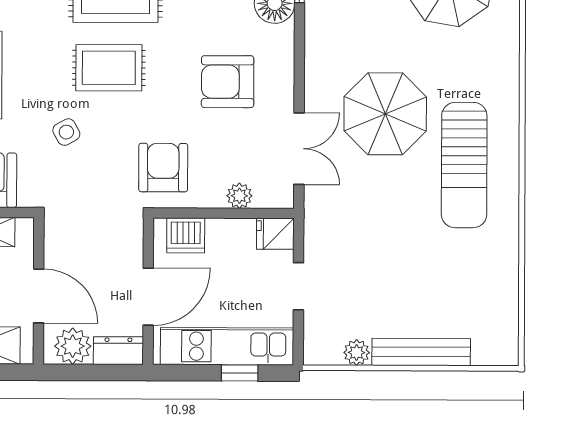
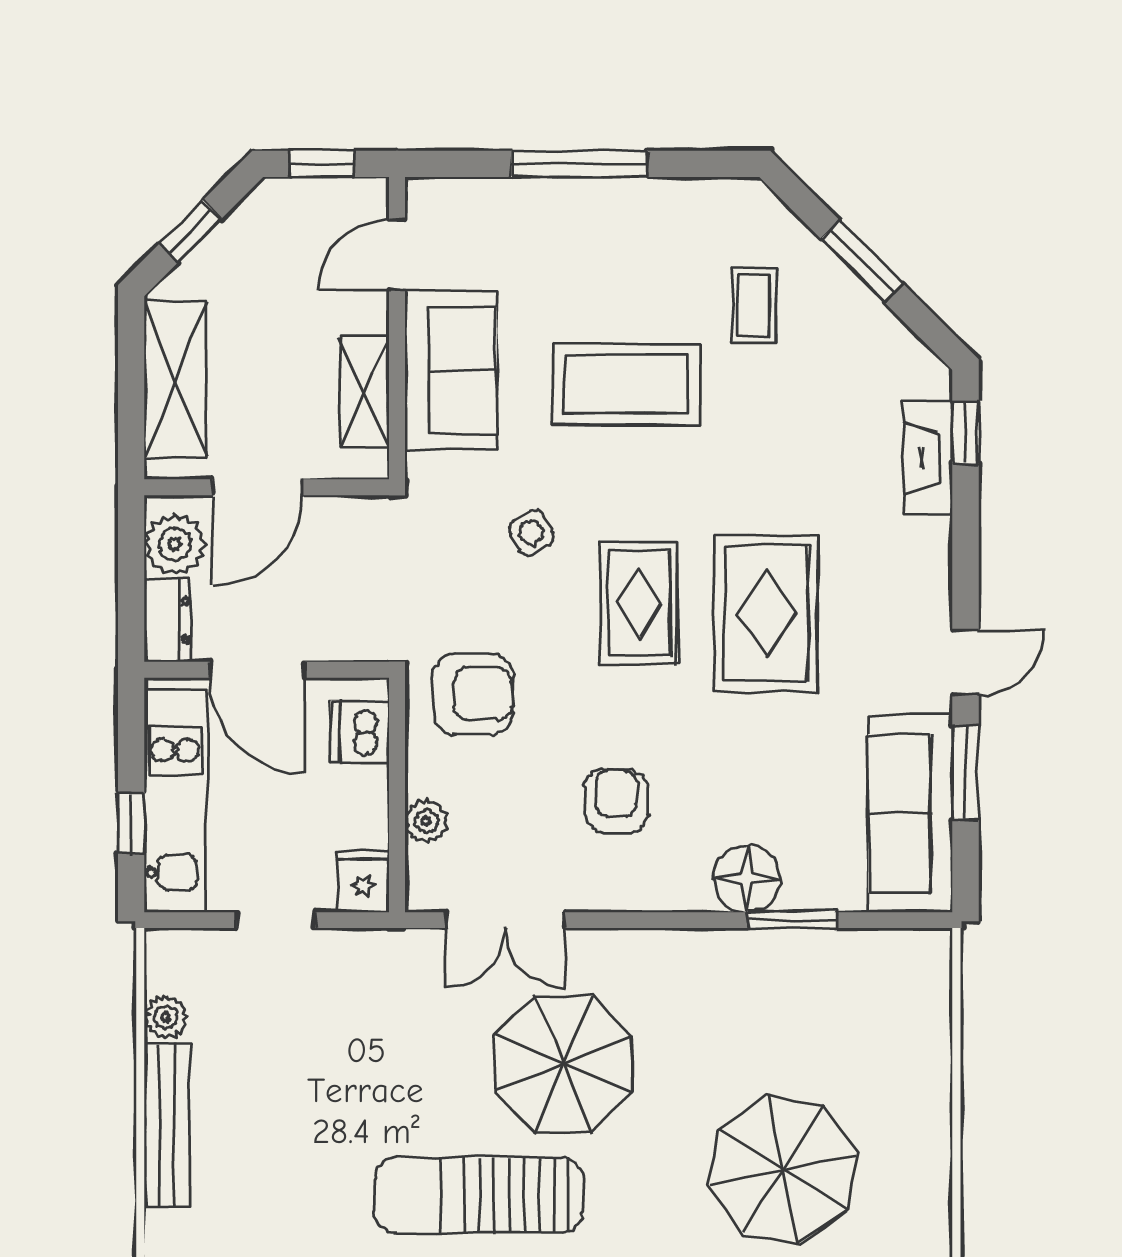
armchair: (228, 82) -> (616, 801), width x0.72, depth x0.72

